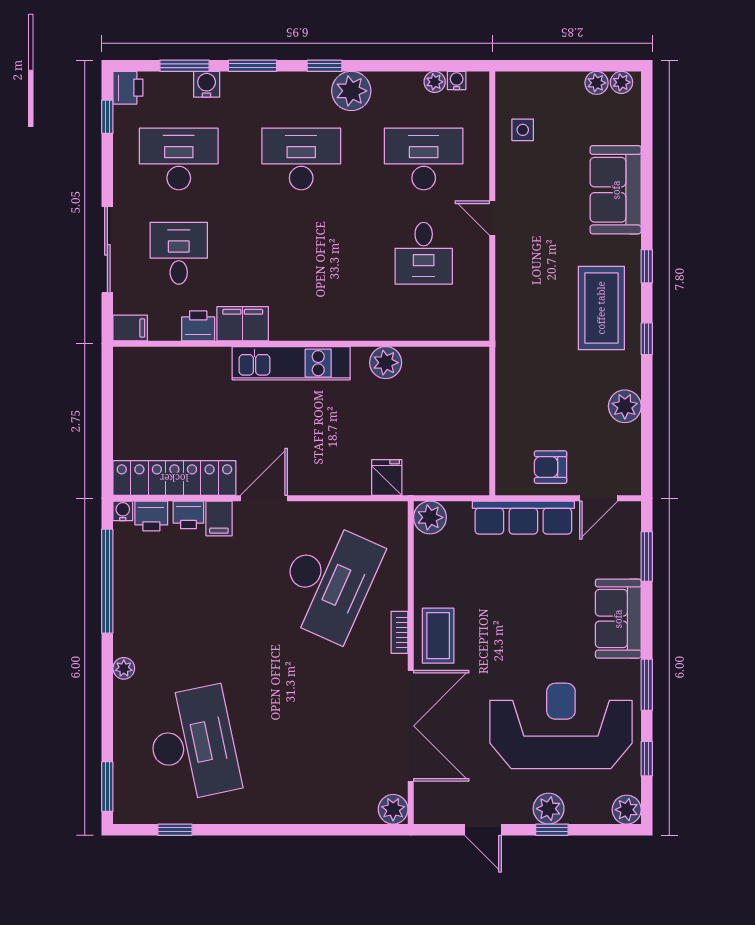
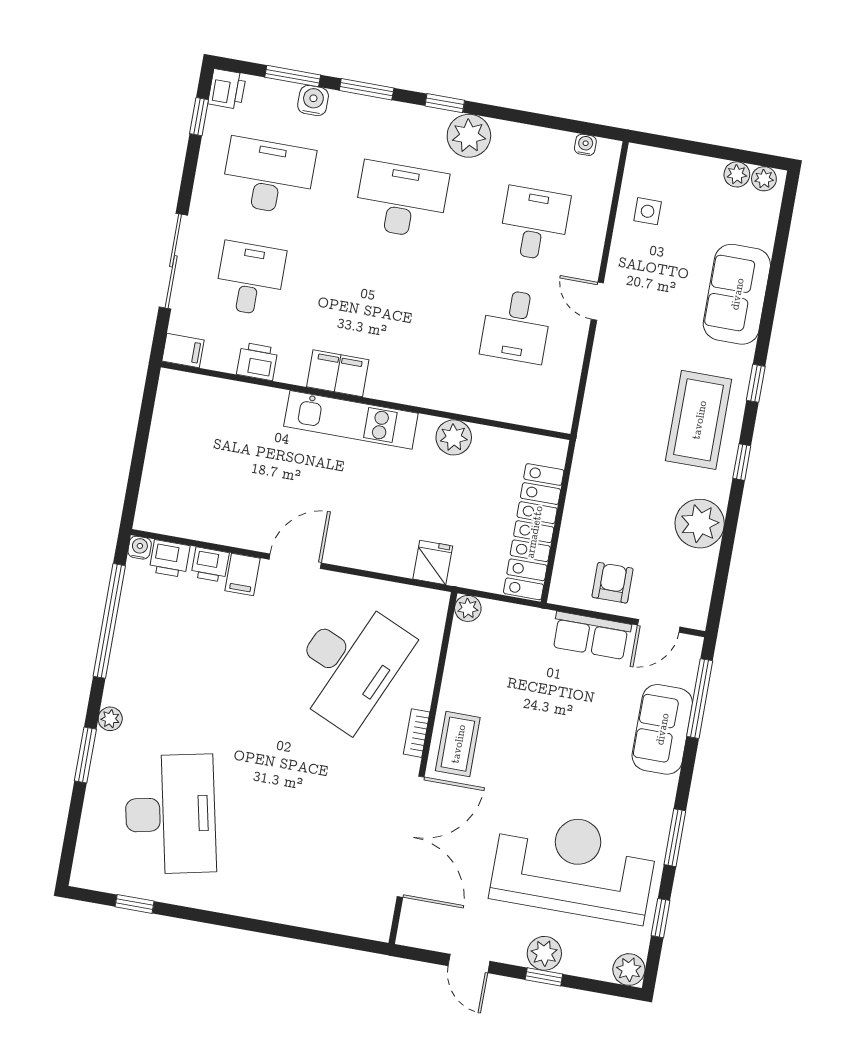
plant: (435, 82) -> (561, 142), removed
desk: (424, 159) -> (534, 224), width x0.73
filing cabinet: (243, 324) -> (338, 373), moved
plant: (625, 406) -> (700, 524), width x1.36, depth x1.36
armchair: (551, 467) -> (613, 583), turned 90
locker: (174, 478) -> (534, 532), moved, turned -90
plant: (430, 517) -> (468, 608), width x0.73, depth x0.73
row of seats: (523, 518) -> (591, 636), width x0.68
window: (647, 557) -> (700, 699), width x1.44
sofa: (618, 619) -> (662, 729), moved
window: (107, 787) -> (85, 755), moved
plant: (393, 809) -> (375, 924), removed

